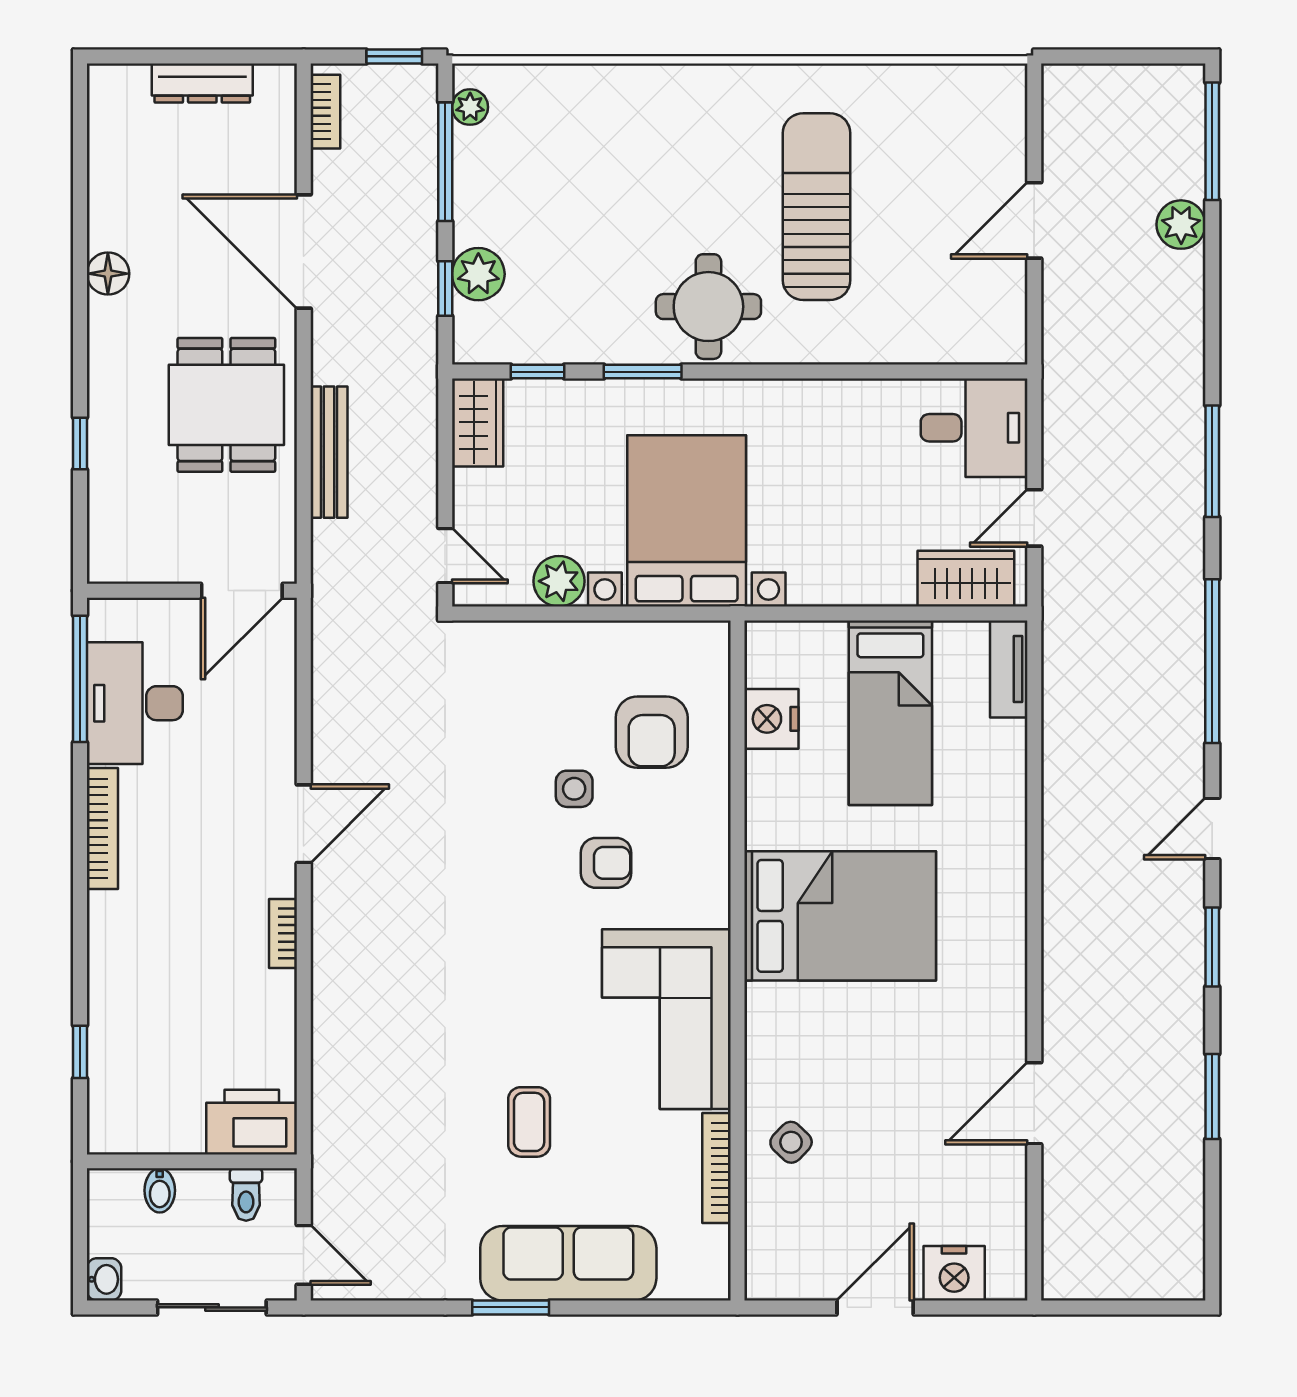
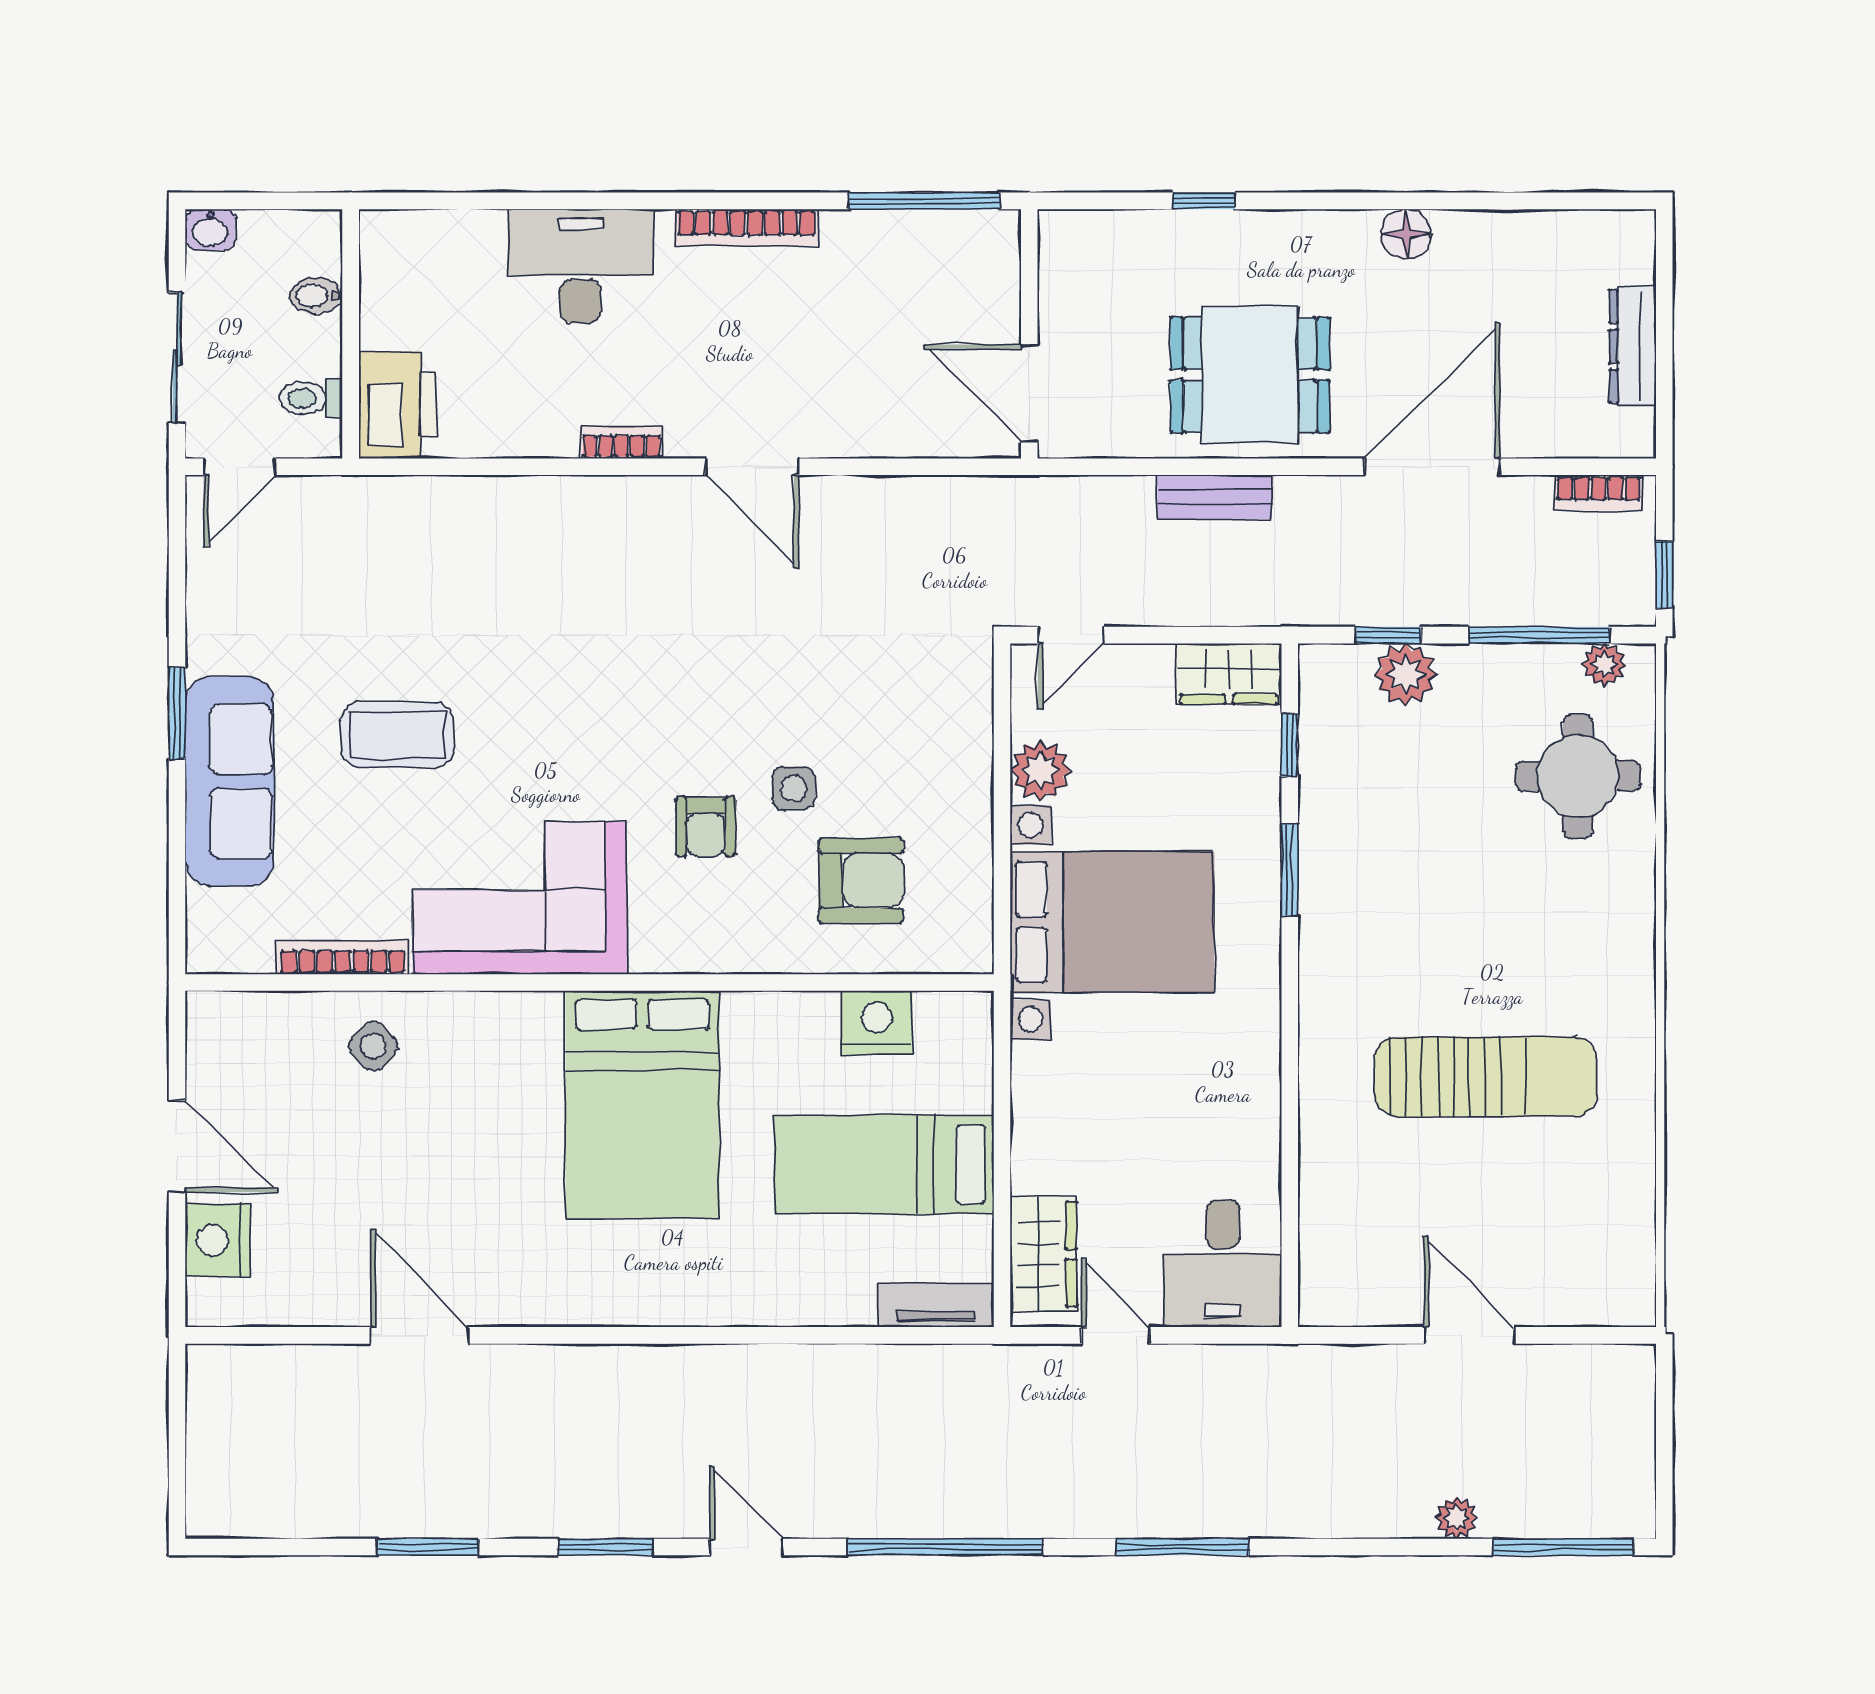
plant: (1181, 225) -> (1456, 1518), width x0.73, depth x0.73
round table: (708, 307) -> (1578, 776), moved
bench: (329, 452) -> (1215, 497), width x0.73
desk: (135, 703) -> (580, 266), moved
armchair: (652, 732) -> (861, 881), turned 180
window: (80, 1052) -> (481, 201), removed
coffee table: (529, 1122) -> (398, 735), width x1.36, depth x1.30

